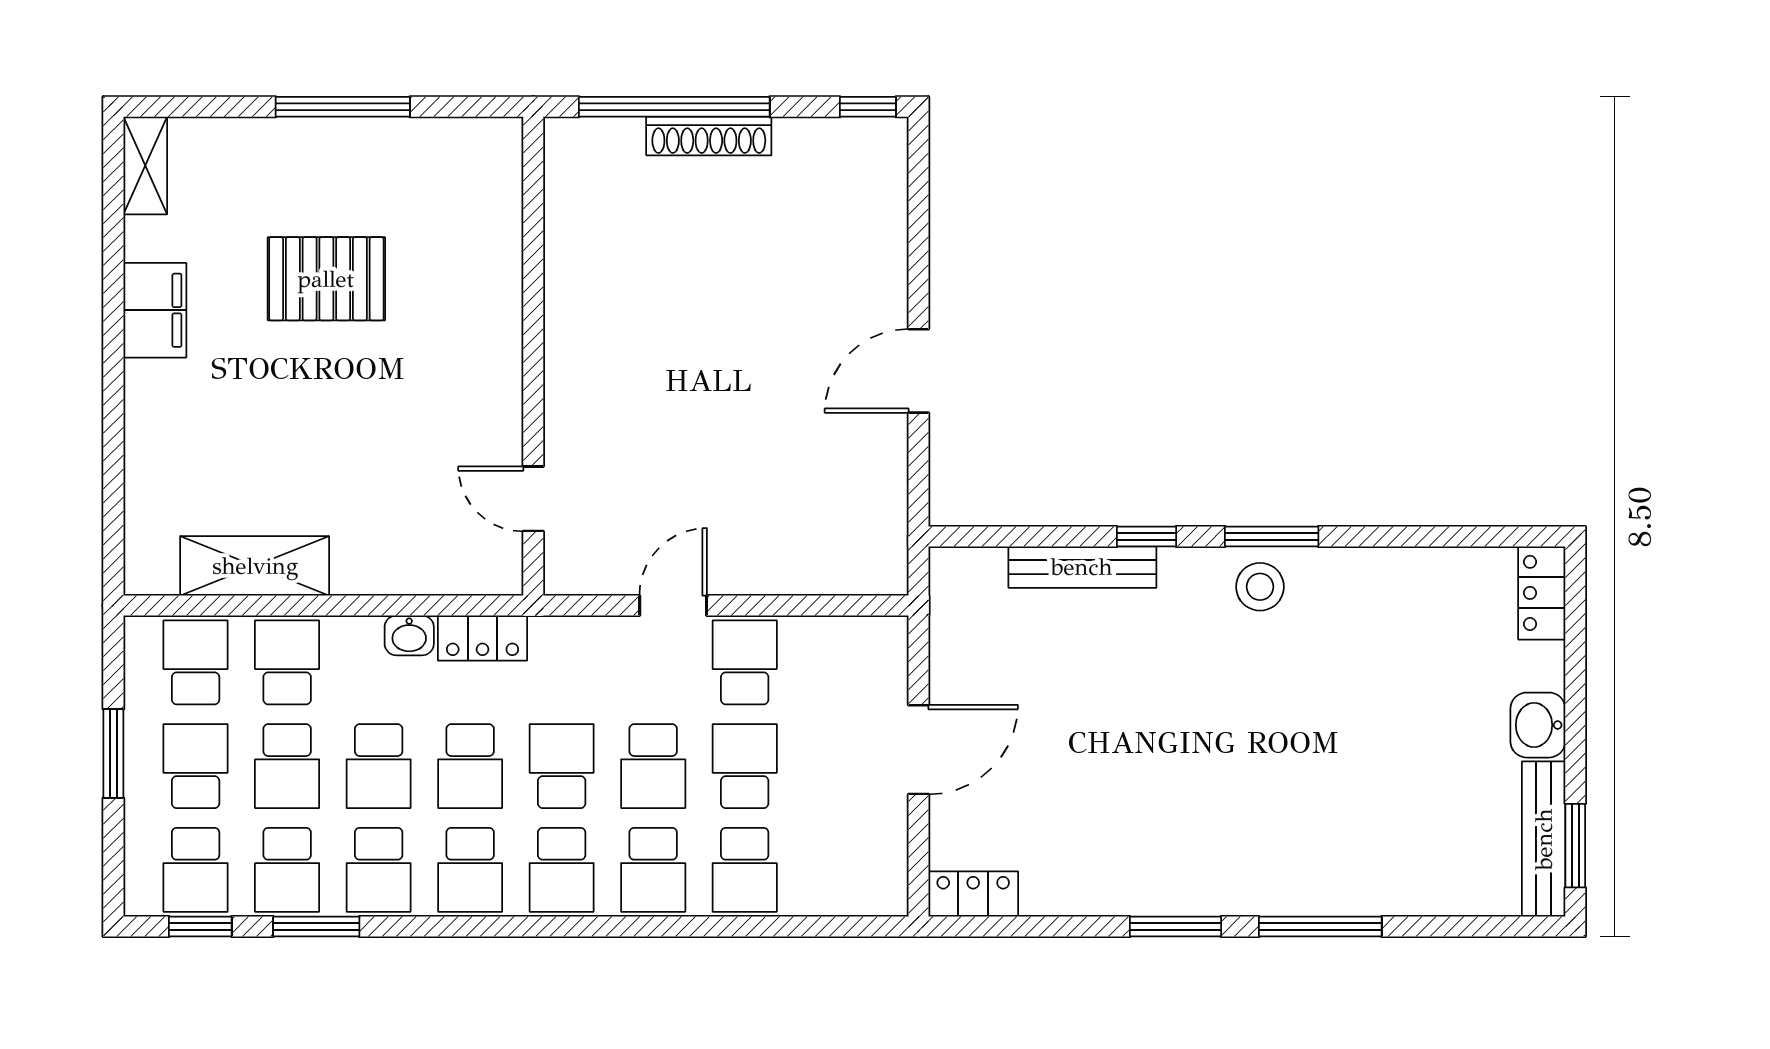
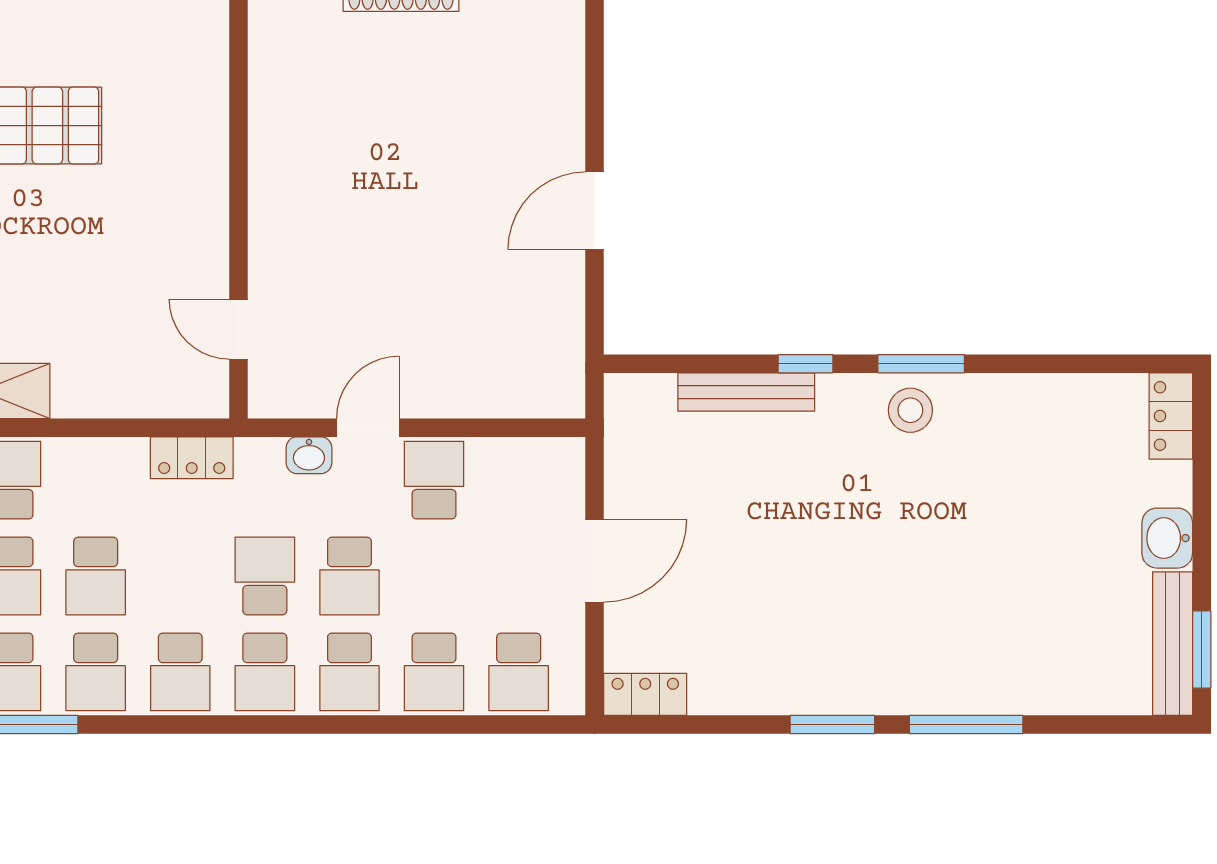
washbasin: (409, 635) -> (309, 455), moved
school desk: (470, 766) -> (180, 576), removed
school desk: (745, 766) -> (519, 672), moved, turned 180

